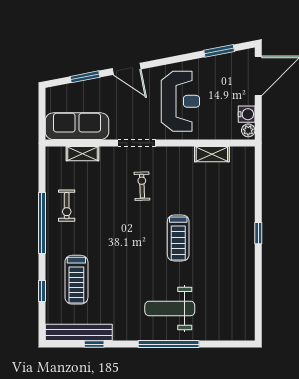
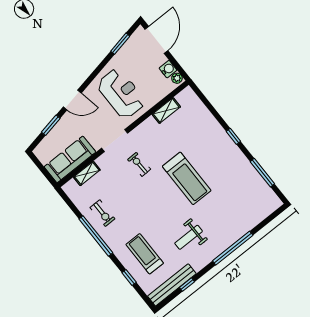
treadmill: (178, 238) -> (187, 178), width x1.37, depth x1.38
treadmill: (76, 280) -> (145, 254), turned 180
window: (258, 293) -> (262, 173), added
weight bench: (170, 308) -> (189, 237), moved, width x0.73, depth x0.75

